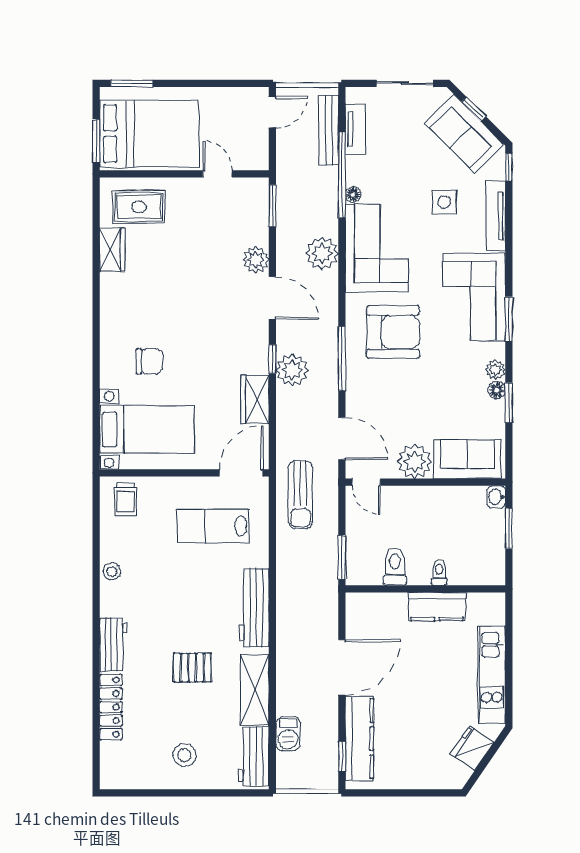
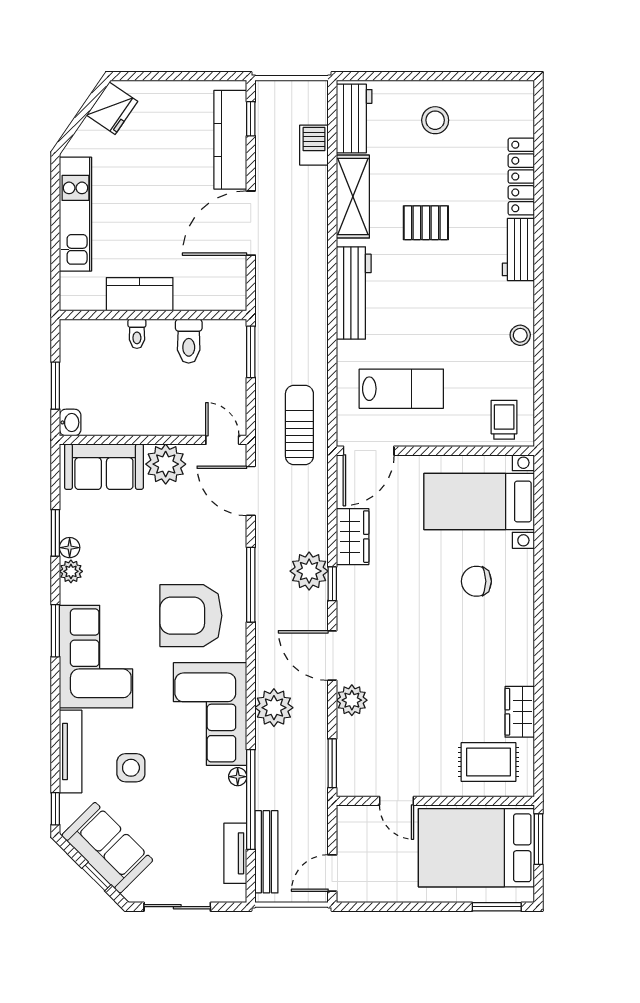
fridge: (472, 748) -> (112, 108), moved

